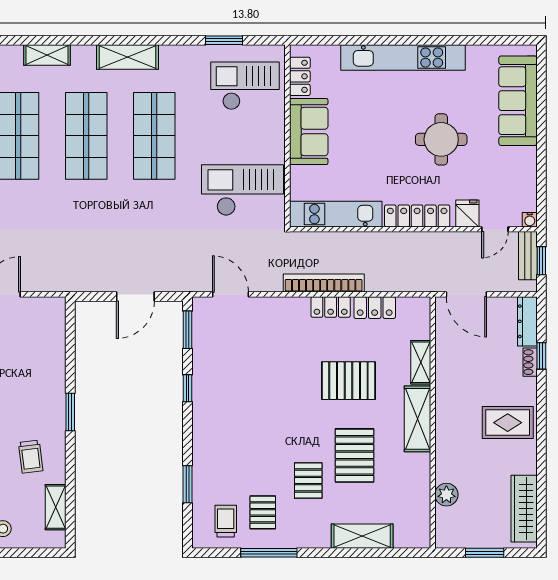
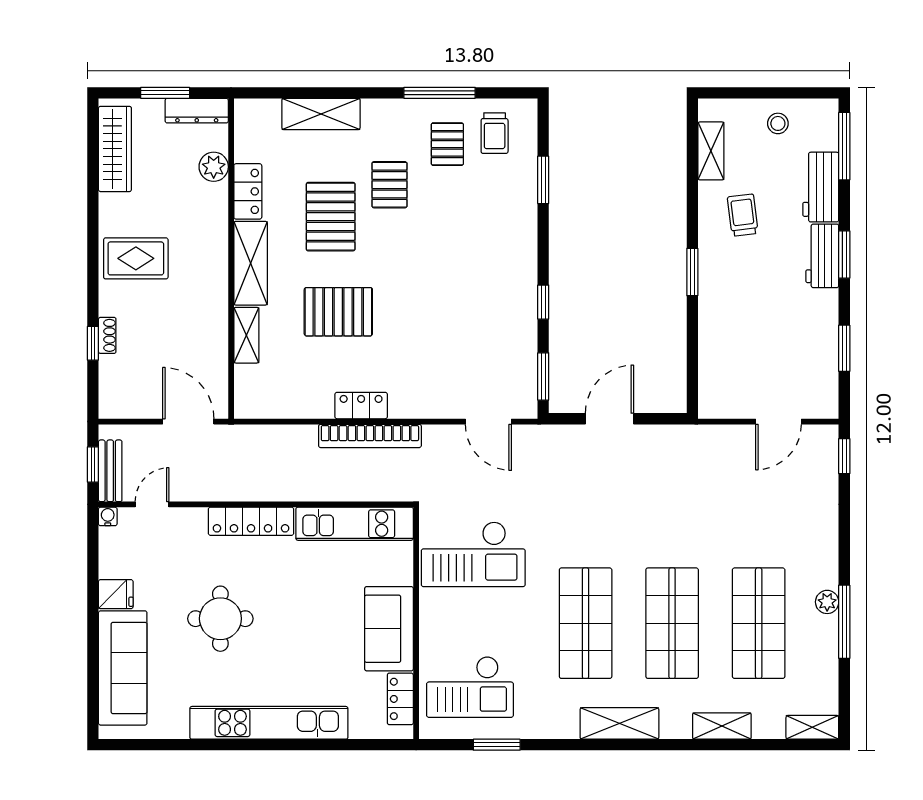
fridge: (467, 213) -> (116, 594), moved, turned -90
locker: (375, 308) -> (248, 191), moved, turned 90
dresser: (527, 321) -> (197, 111), moved, turned 90

